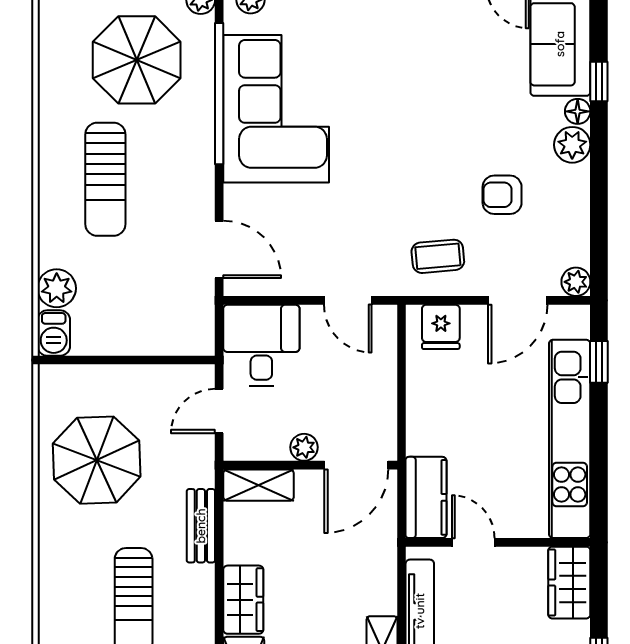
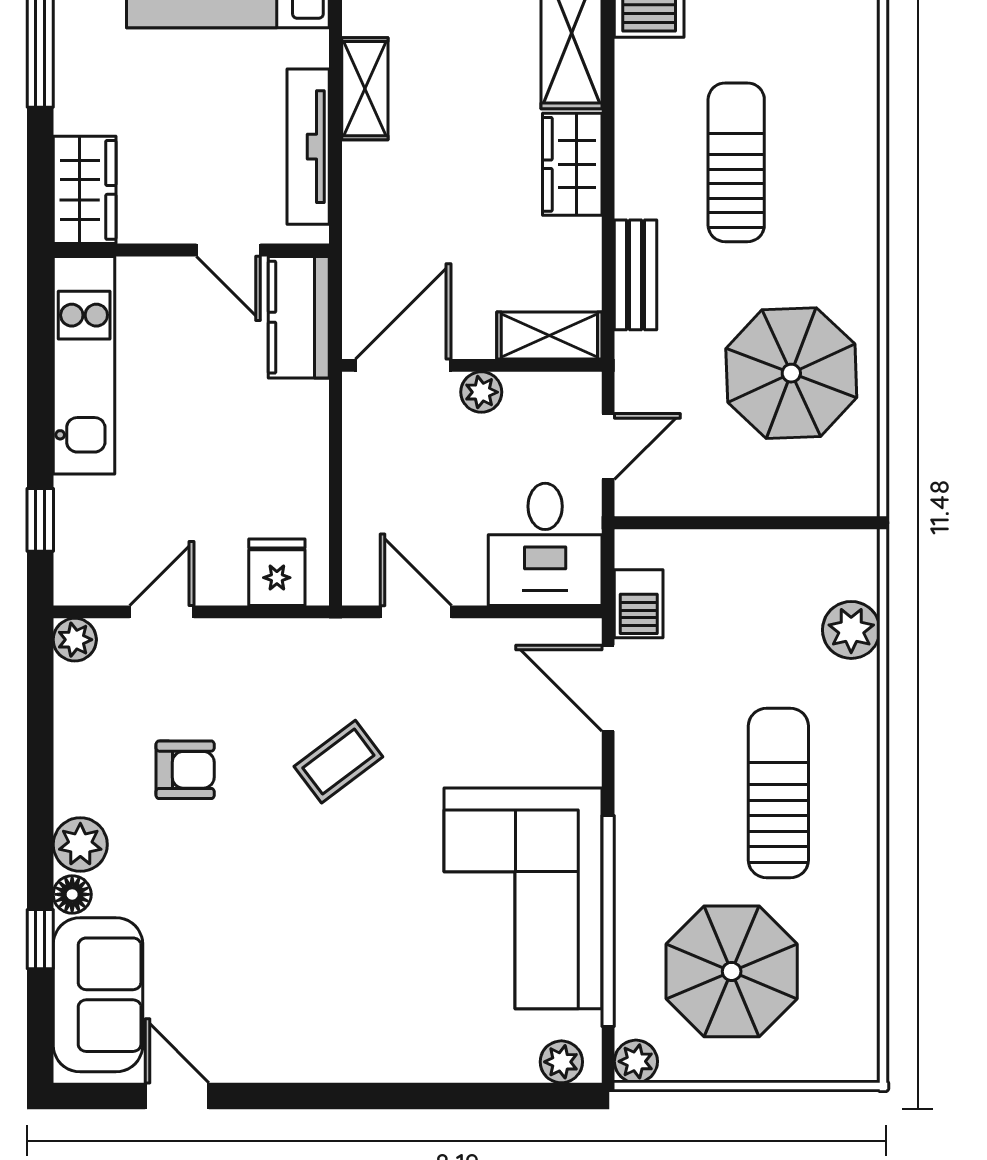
coffee table: (438, 256) -> (338, 762), moved, turned -32
door: (518, 300) -> (162, 612), width x0.73
barbecue: (54, 333) -> (639, 604), moved, turned 180
kitchen unit: (570, 439) -> (84, 365), width x0.73

